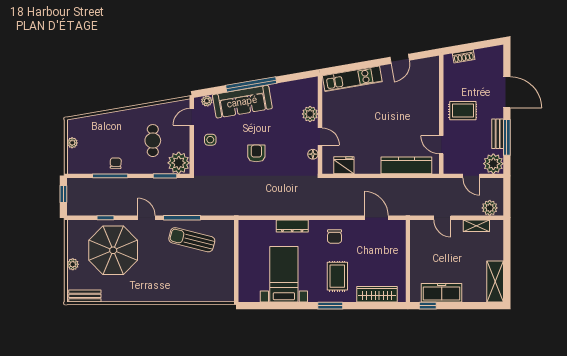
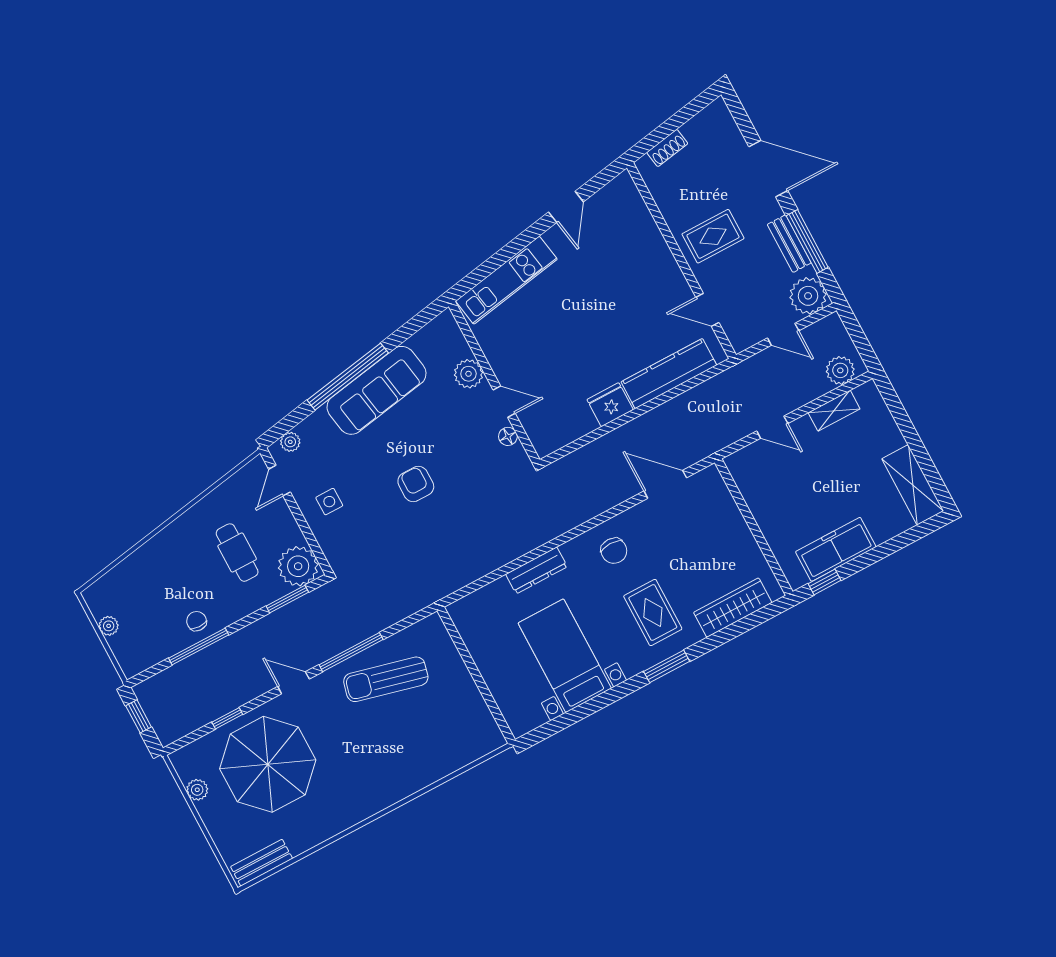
sofa: (242, 102) -> (377, 390), moved
fridge: (344, 165) -> (610, 405), moved
plant: (73, 264) -> (197, 790), moved

